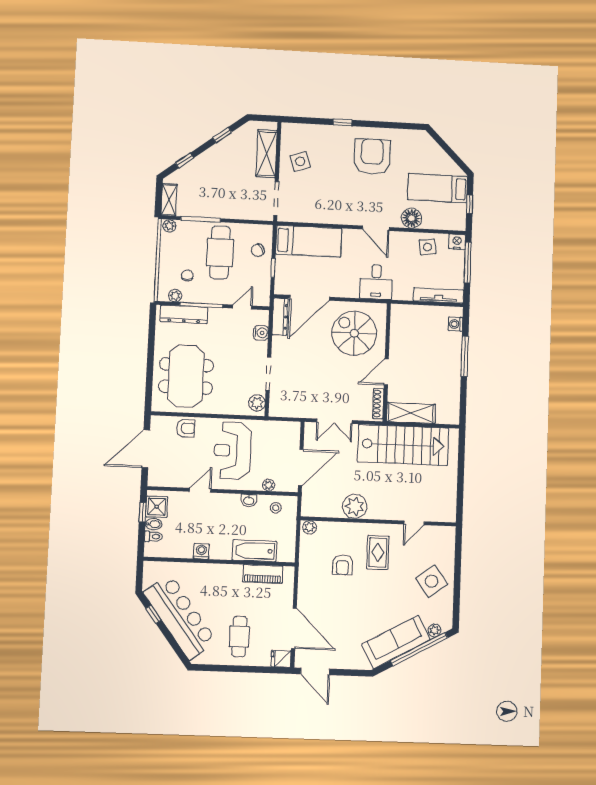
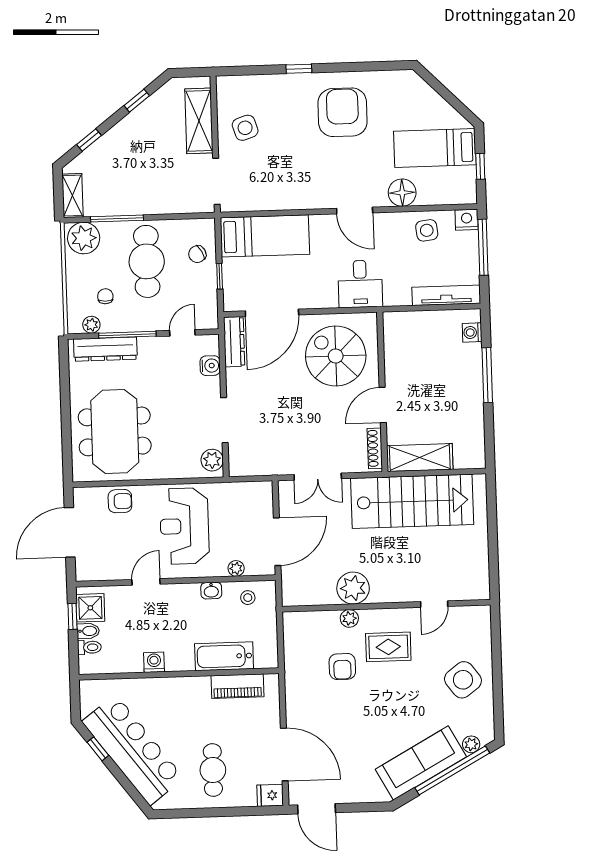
plant: (169, 226) -> (84, 238), width x1.88, depth x1.88
plant: (310, 527) -> (349, 618), moved
rug: (378, 552) -> (388, 647), turned 90

